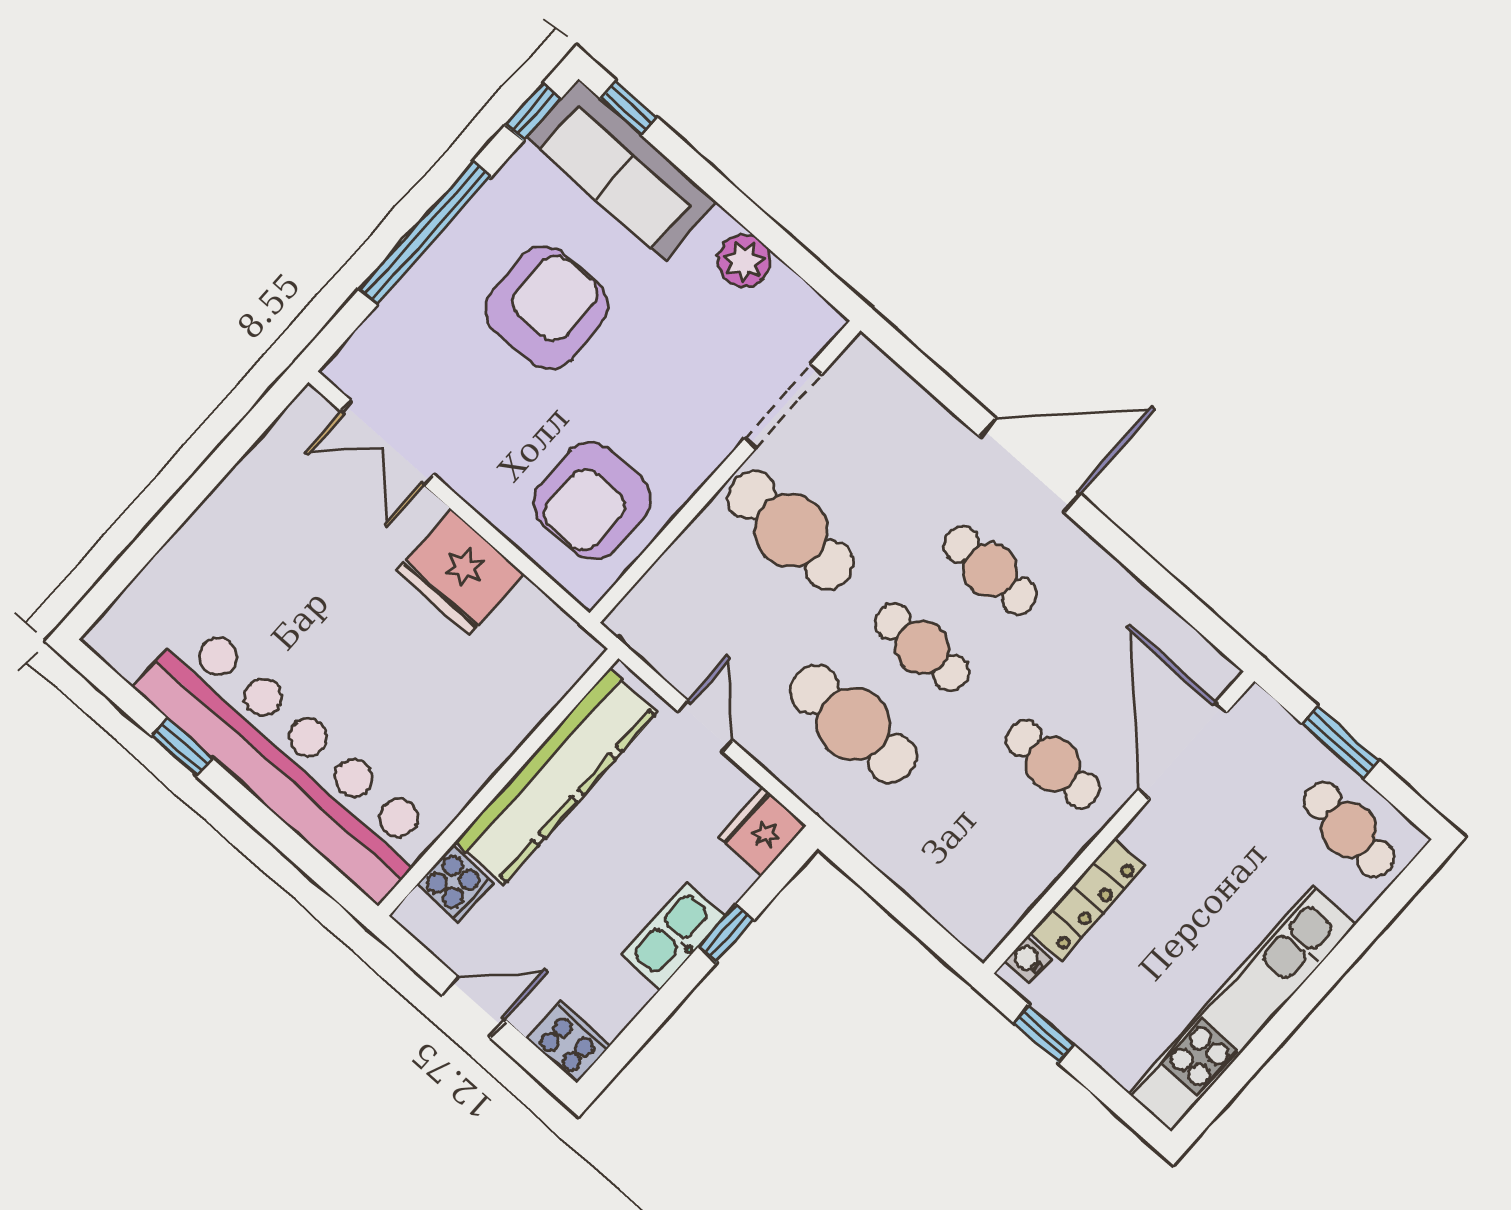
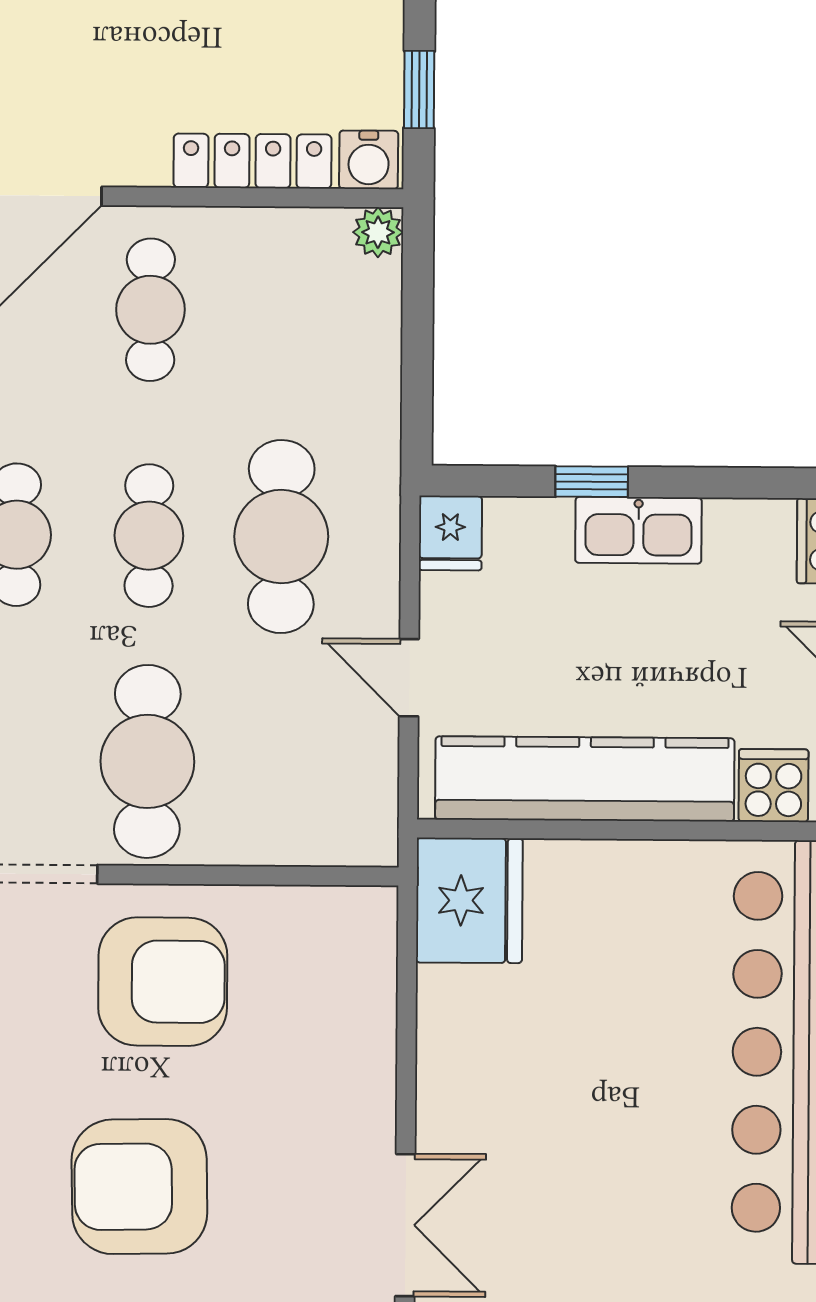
armchair: (592, 501) -> (163, 982), moved
fridge: (460, 572) -> (469, 900), moved
door: (705, 726) -> (409, 678), hinge flipped
fridge: (762, 831) -> (450, 533), width x0.72
plant: (982, 937) -> (378, 232), added
water cooler: (1028, 959) -> (369, 160), width x1.38, depth x1.38

